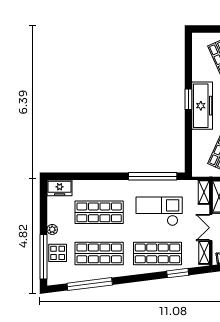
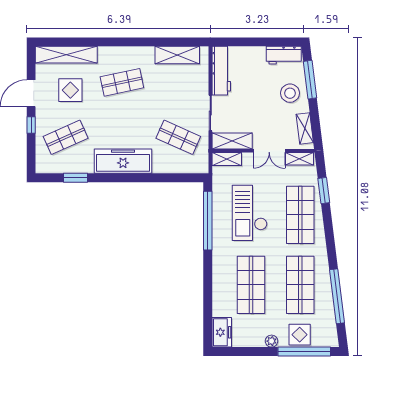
window: (188, 99) -> (76, 178), moved

